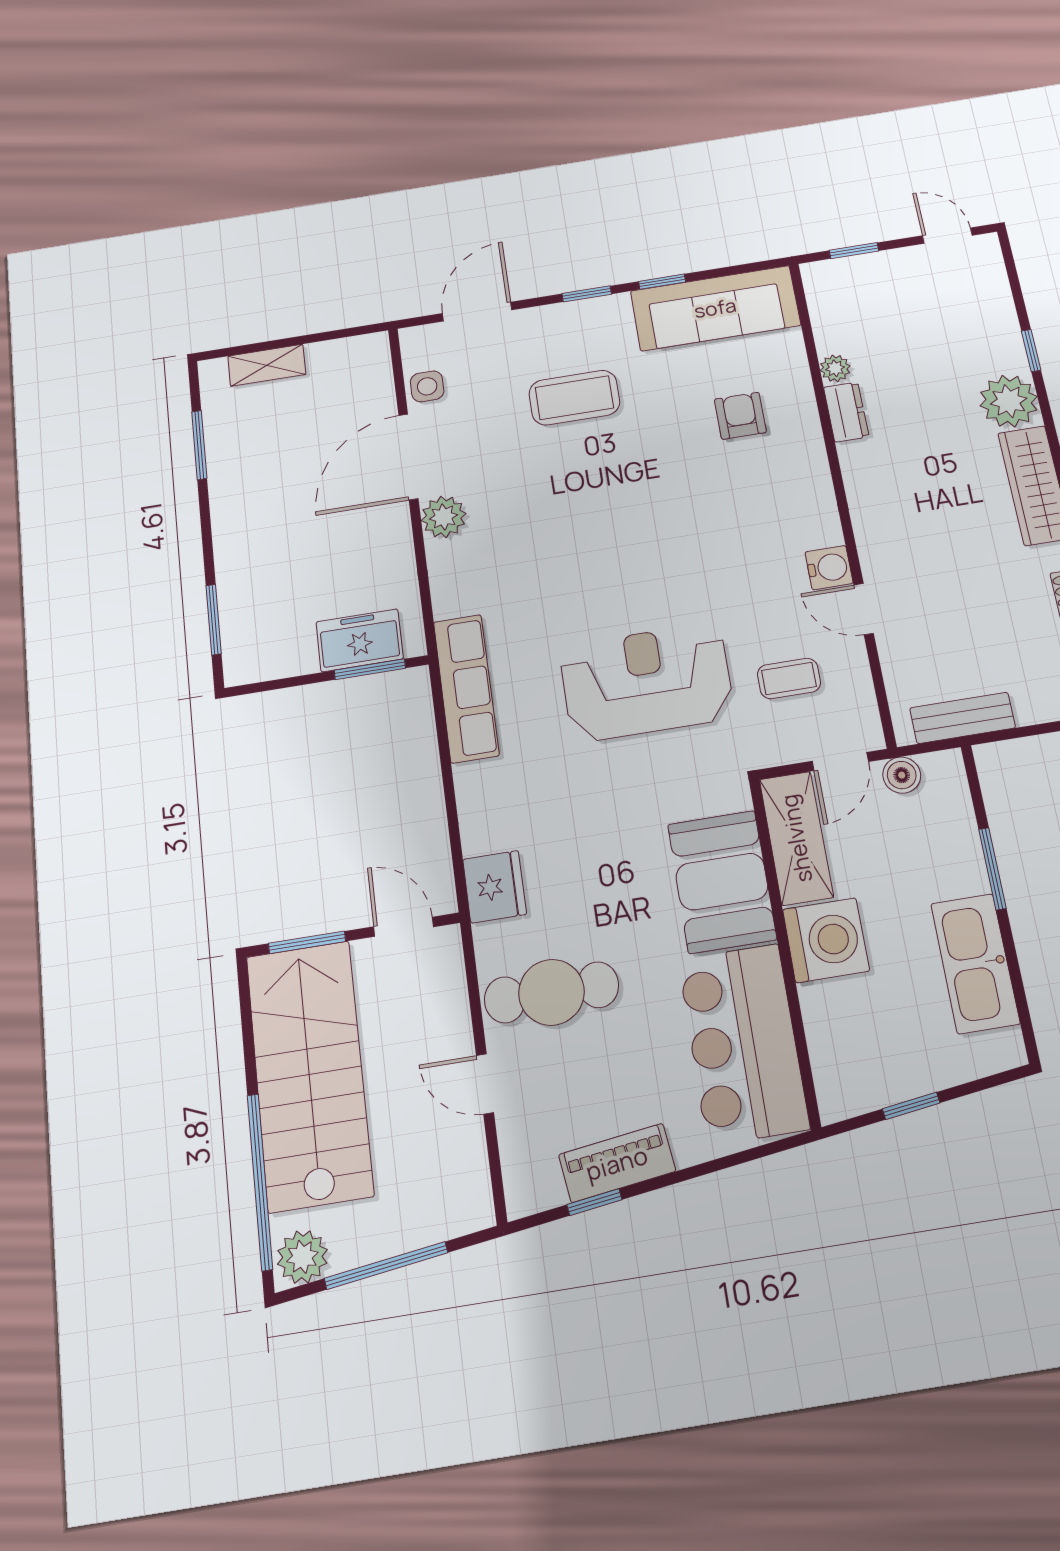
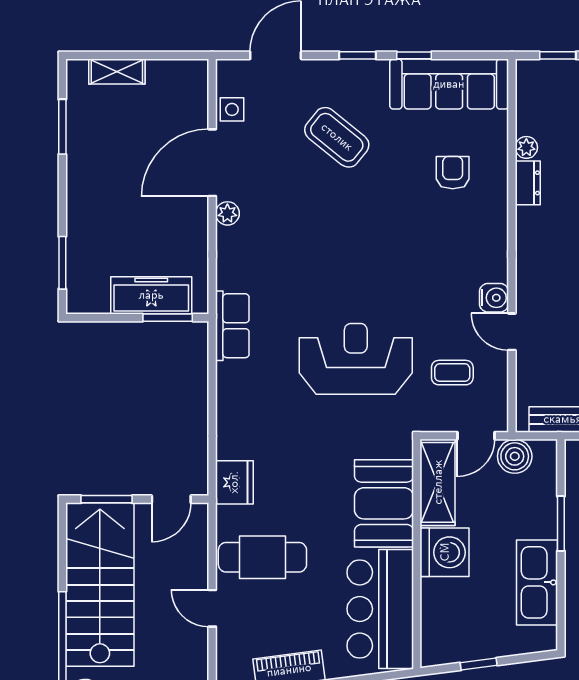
coffee table: (574, 398) -> (337, 137), turned 39
plant: (444, 517) -> (227, 213), width x0.73, depth x0.73
freezer: (360, 640) -> (151, 295), width x1.40
row of seats: (466, 688) -> (232, 326), width x0.68
boiler: (902, 775) -> (515, 456), width x1.36, depth x1.36
door: (404, 927) -> (171, 499), swing flipped

